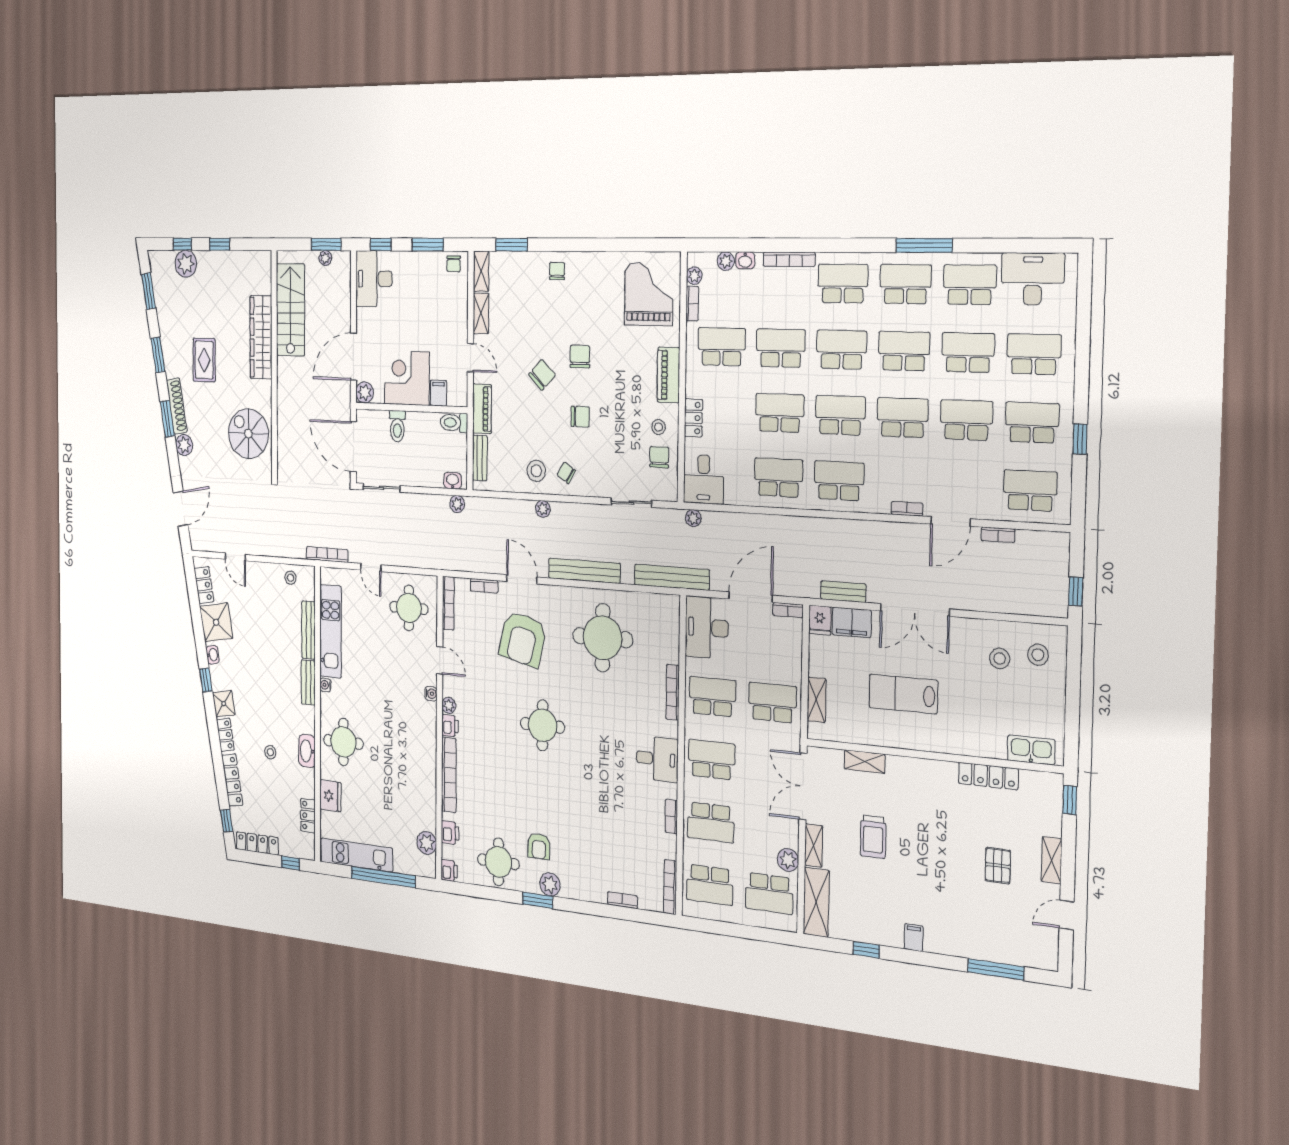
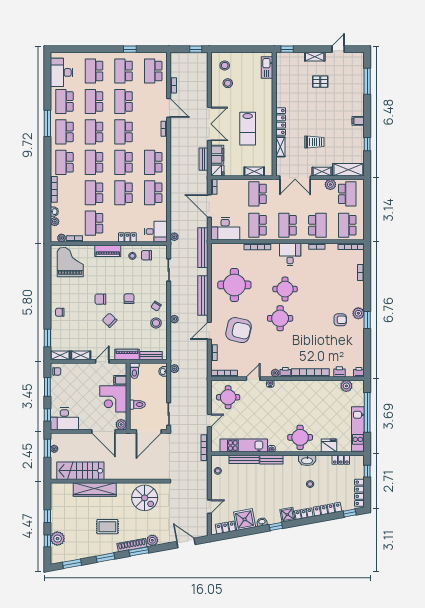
grand piano: (649, 294) -> (70, 262), turned 90
spiral stairs: (248, 434) -> (145, 498), turned -90
locker: (988, 776) -> (281, 121), moved
round table: (498, 862) -> (285, 289), moved
school desk: (710, 885) -> (347, 225), turned 180
door: (1067, 915) -> (338, 49), swing flipped

